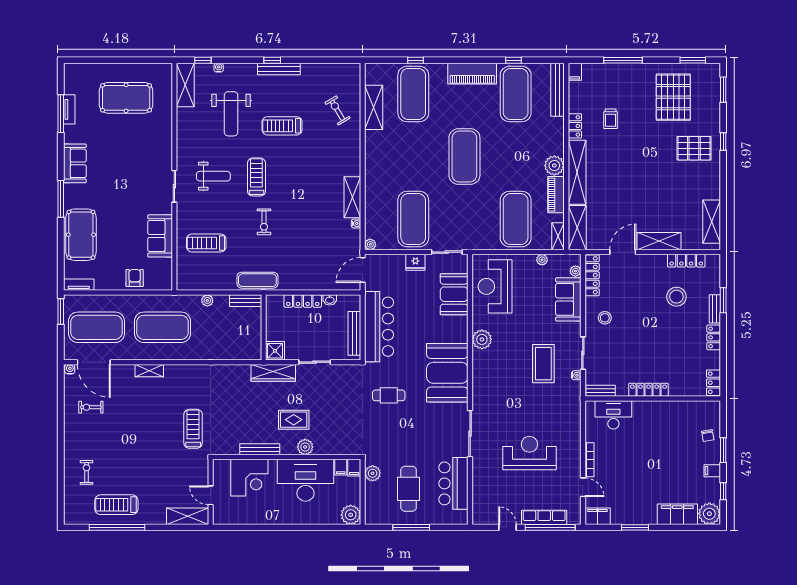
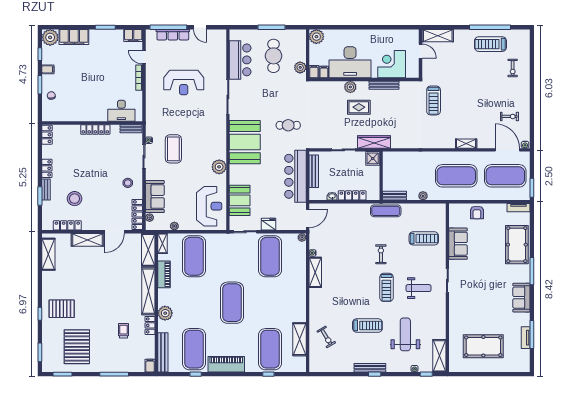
plant: (554, 165) -> (165, 313), moved
weight bench: (213, 176) -> (418, 288), turned 180
treadmill: (116, 505) -> (490, 44), turned 180

